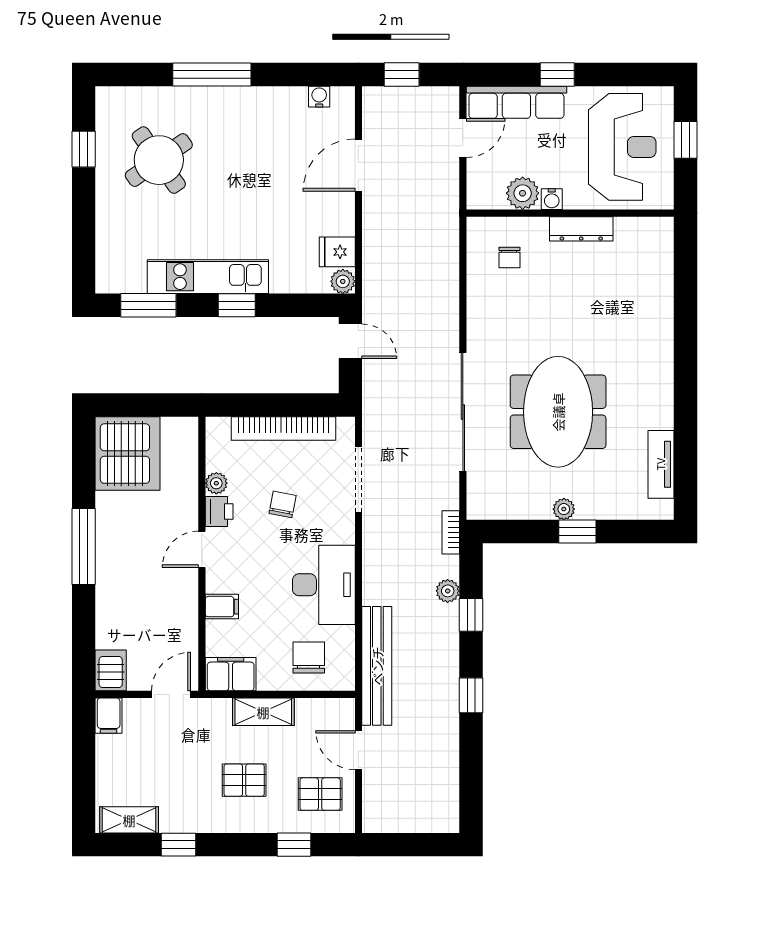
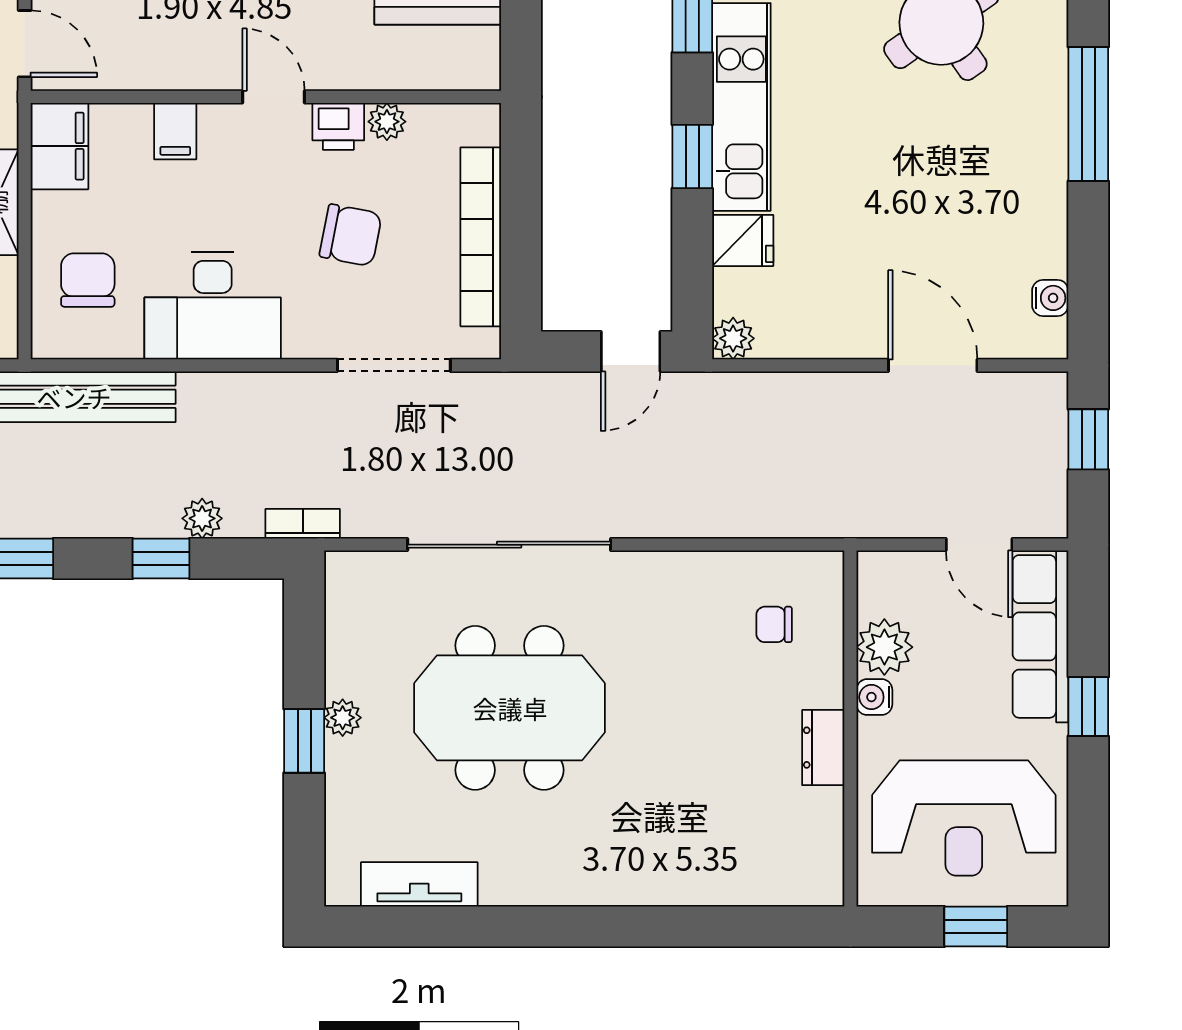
dresser: (581, 229) -> (823, 748), width x0.70
fridge: (337, 252) -> (743, 240), moved, turned 90
chair: (283, 504) -> (351, 235), width x1.37, depth x1.37
chair: (309, 658) -> (88, 280), turned -90

